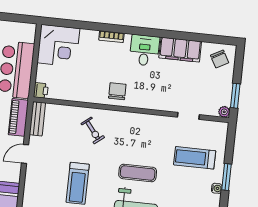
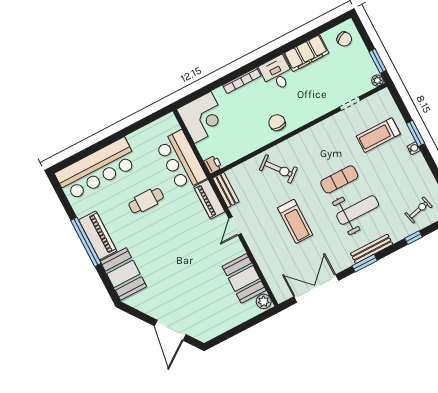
bookcase: (111, 37) -> (242, 80), width x1.56
exercise bike: (93, 130) -> (278, 169), width x1.38, depth x1.39

